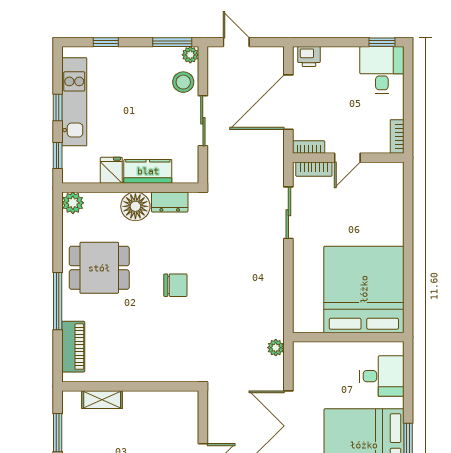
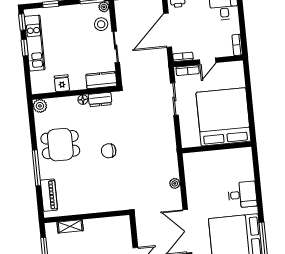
window: (58, 156) -> (22, 22), moved
kitchen counter: (148, 171) -> (101, 80), moved
floor lamp: (135, 206) -> (83, 100), width x0.53, depth x0.53
chair: (175, 285) -> (109, 151), turned 180
bed: (364, 289) -> (223, 117), moved
wall: (348, 337) -> (217, 147), moved

